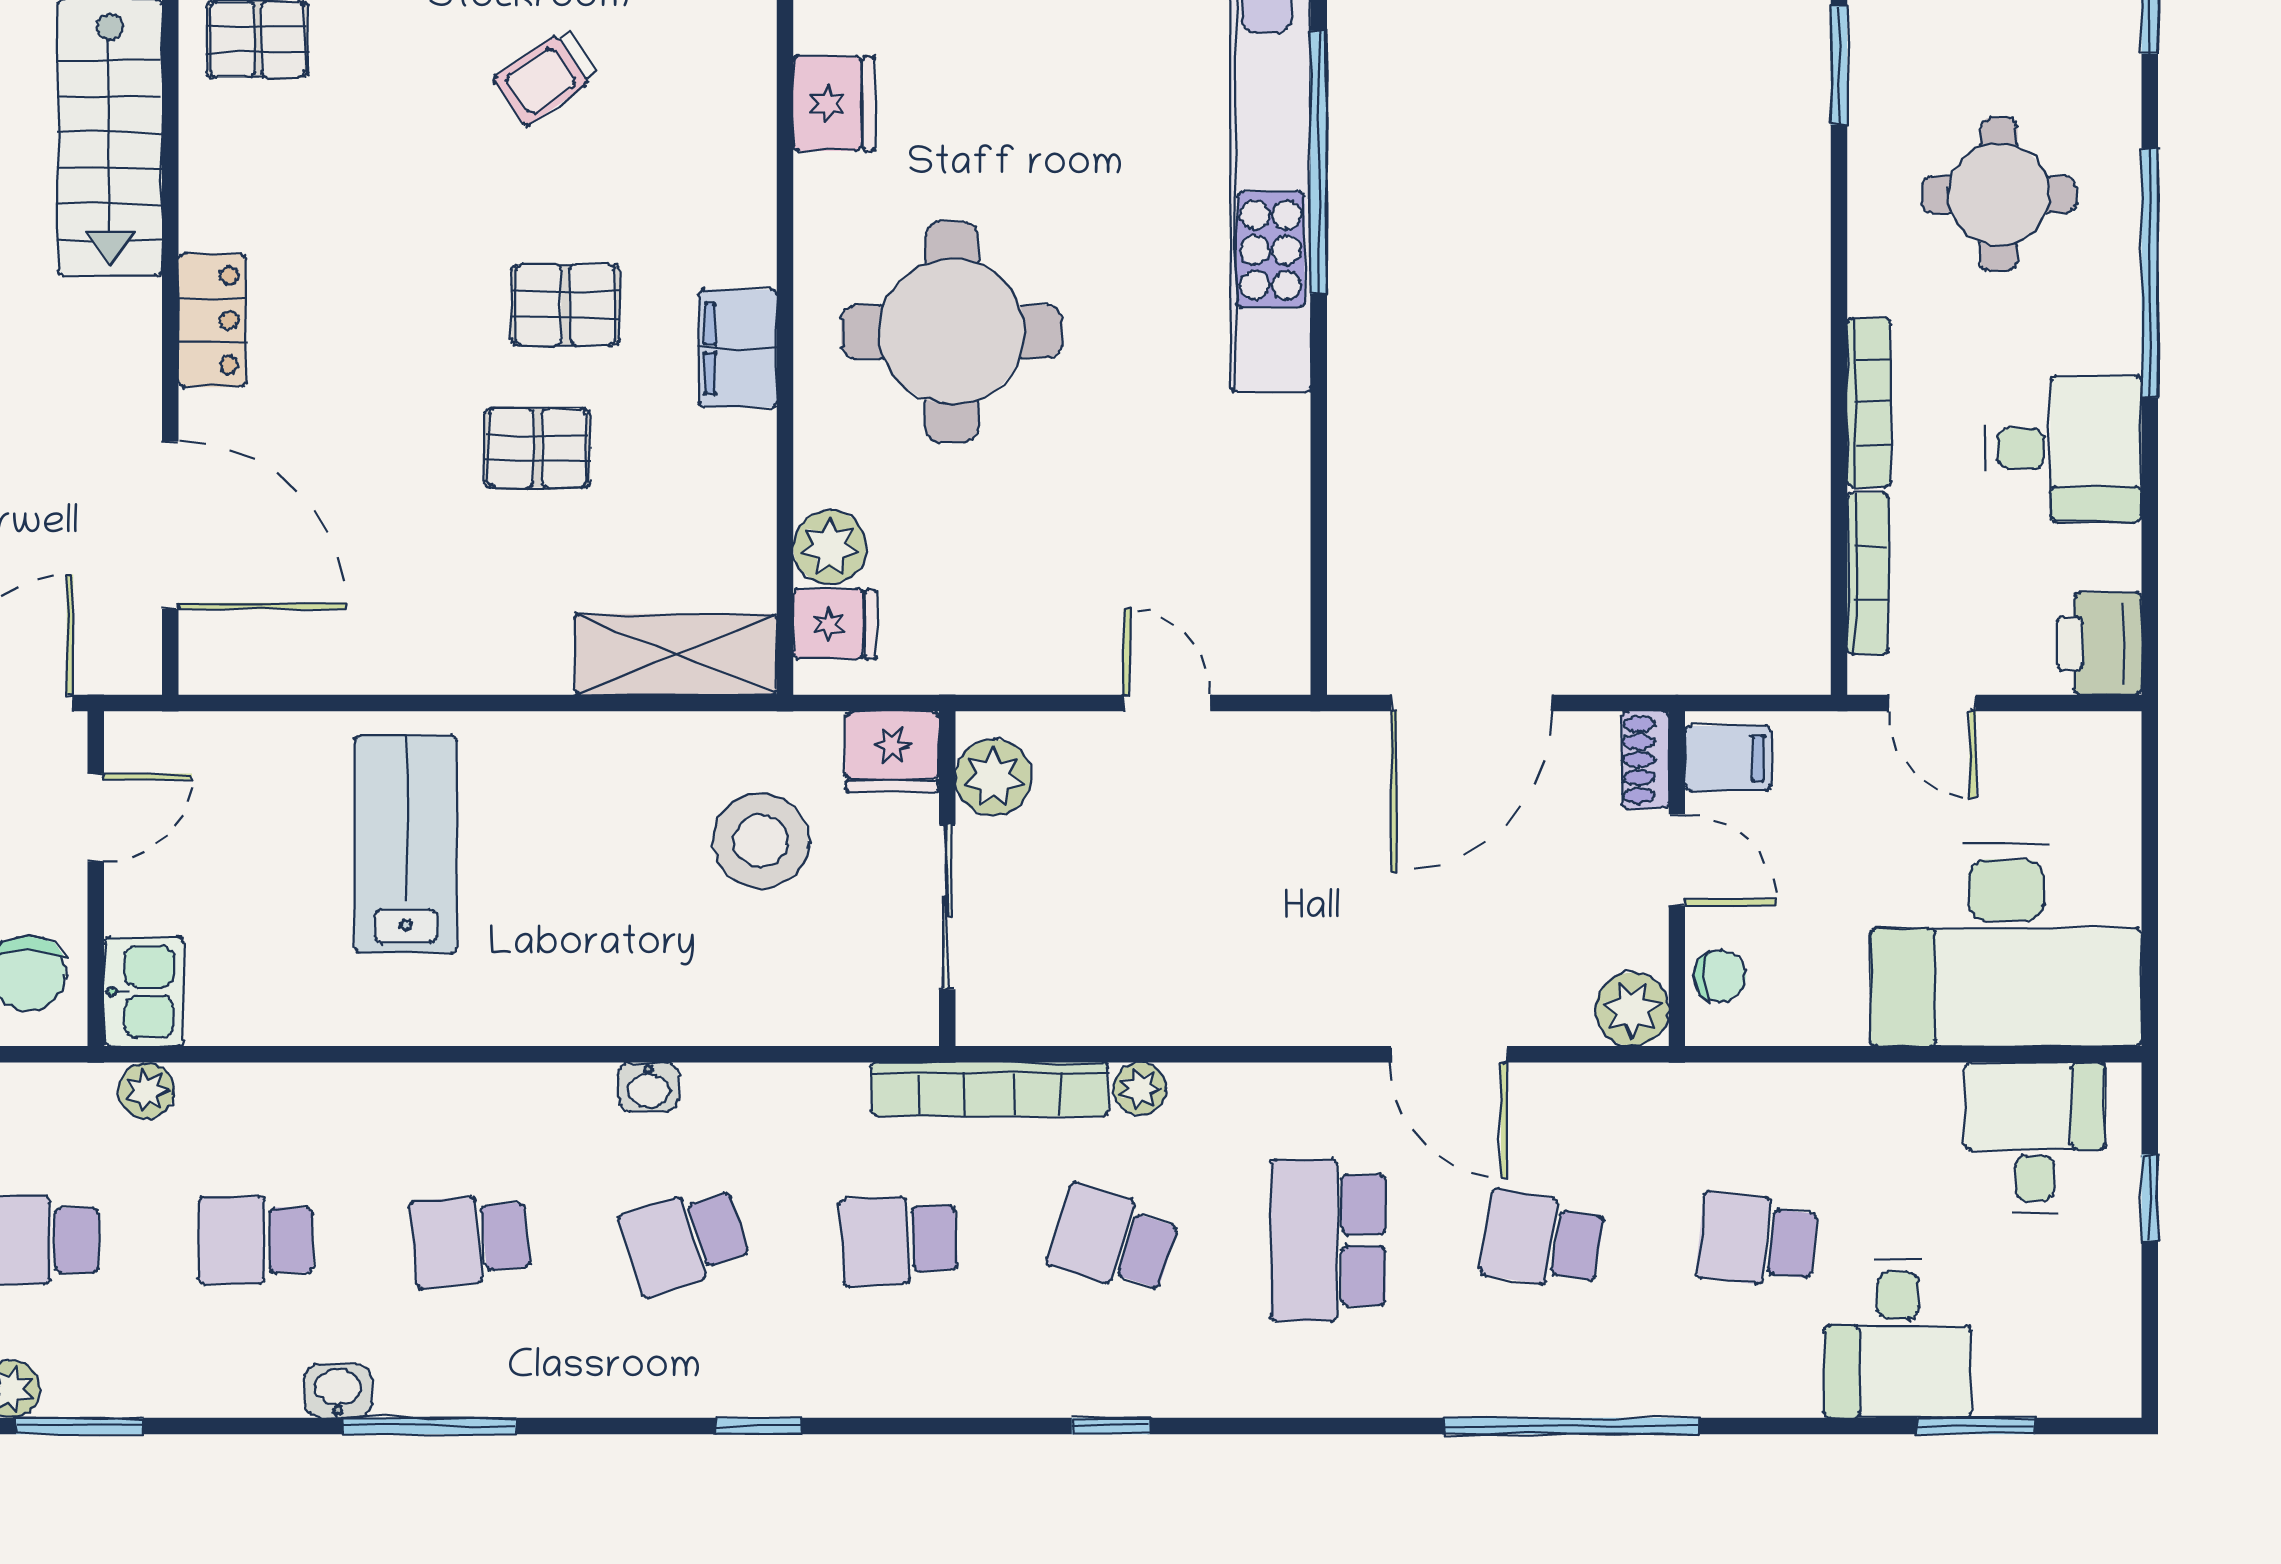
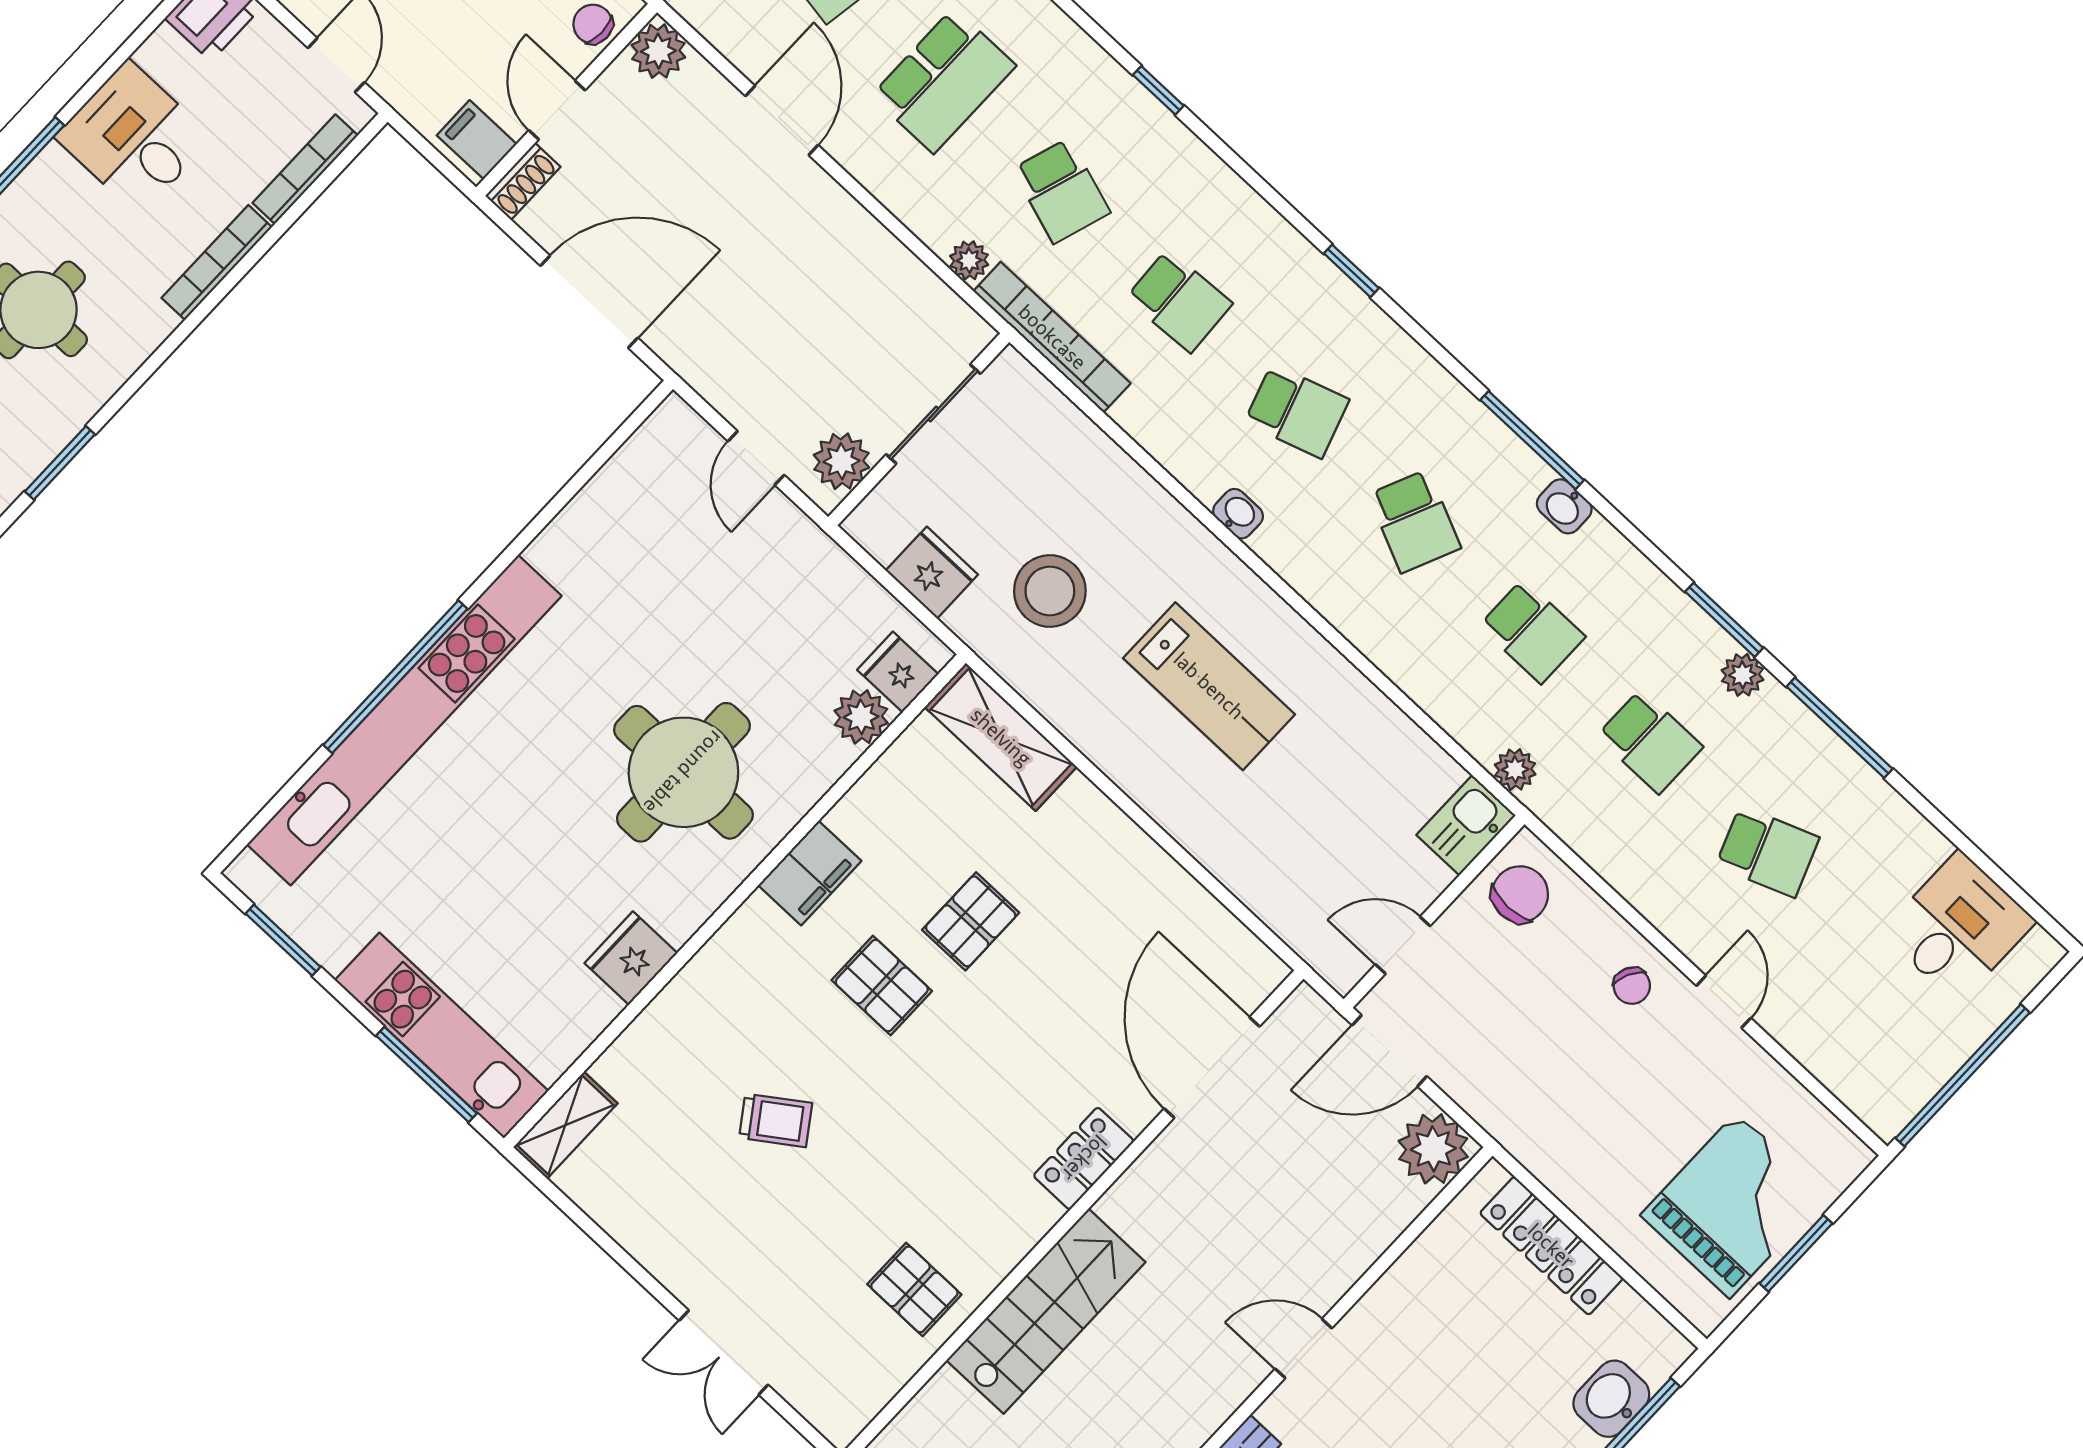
pallet: (537, 448) -> (971, 921), turned 90
plant: (993, 777) -> (841, 461), moved
lab bench: (406, 844) -> (1209, 686), moved, turned -90
wall: (947, 879) -> (919, 429), moved
sliding door: (947, 907) -> (933, 414), moved
school desk: (470, 1240) -> (1414, 521), turned 30

